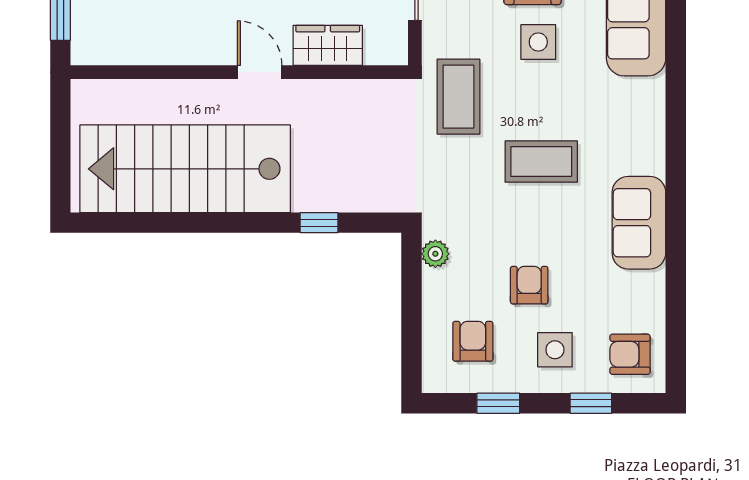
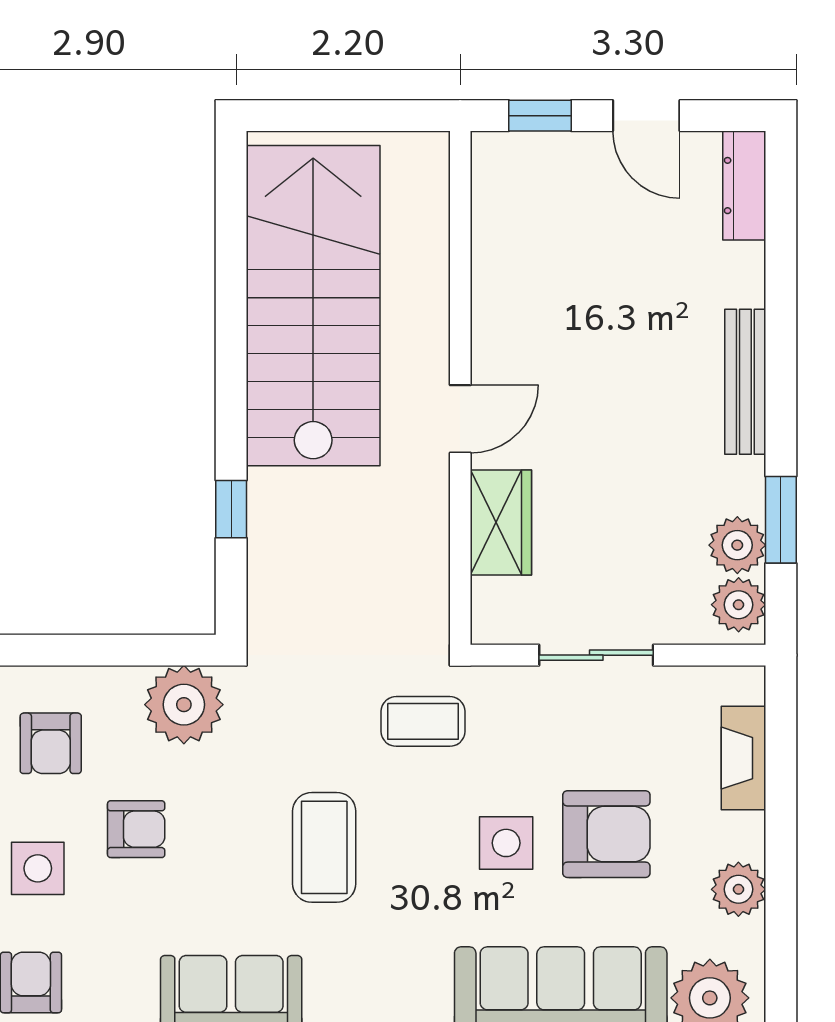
coffee table: (458, 97) -> (423, 721), width x0.73, depth x0.77
plant: (435, 254) -> (184, 705), width x1.88, depth x1.88
armchair: (473, 341) -> (51, 743), turned 90

